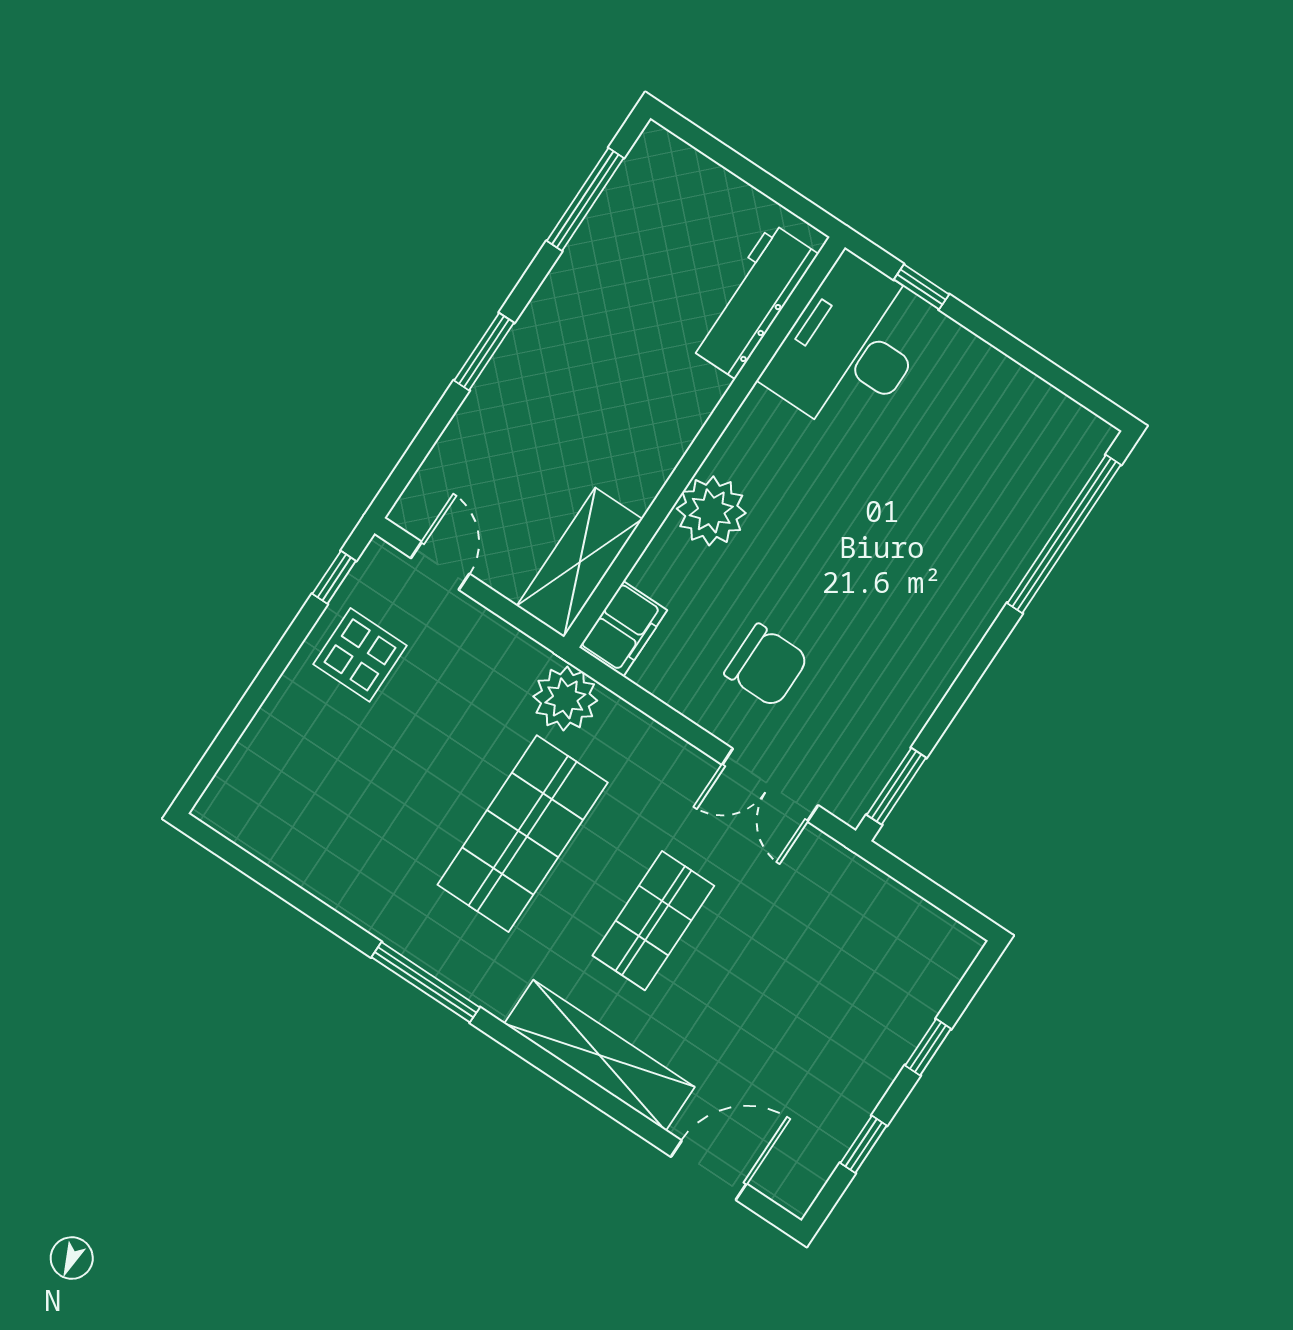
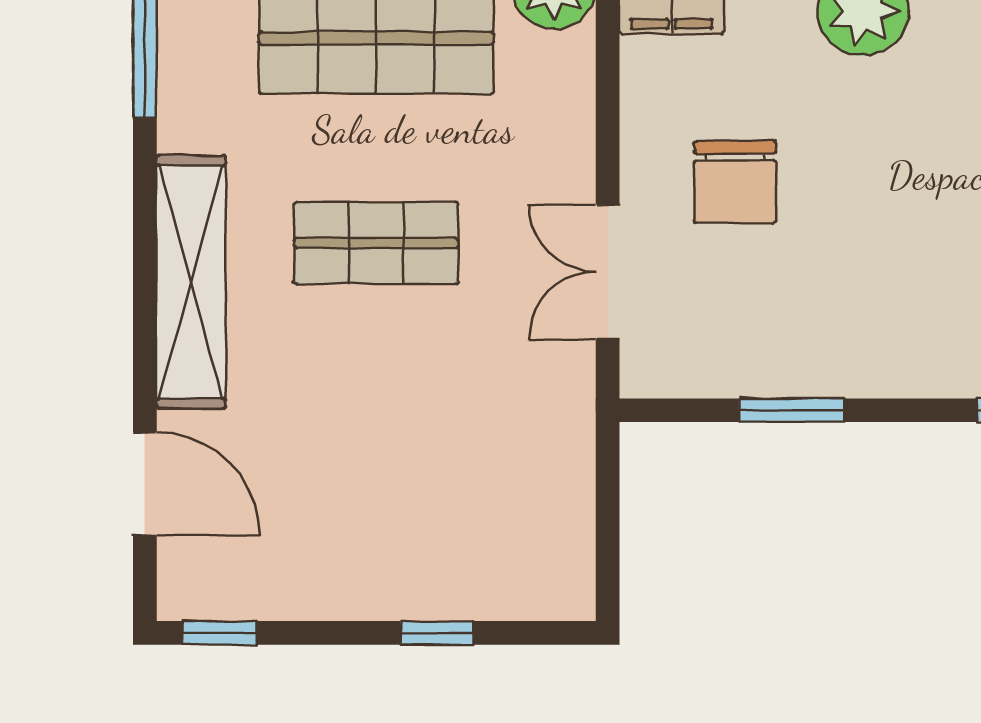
window: (896, 786) -> (791, 410), moved
window: (864, 1144) -> (219, 633), moved

